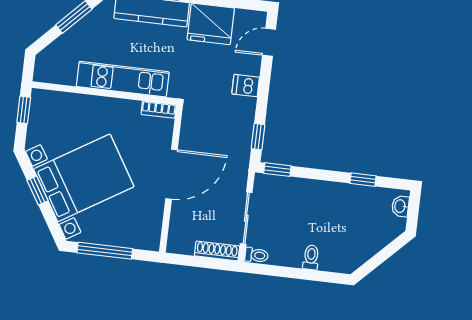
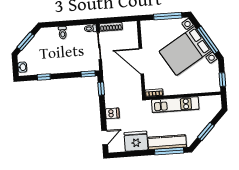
door: (172, 174) -> (141, 61), hinge flipped
window: (37, 191) -> (208, 40), width x2.17
window: (385, 254) -> (26, 41), added

